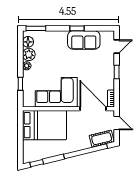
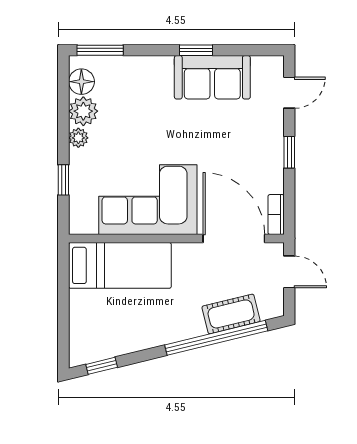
bed: (44, 125) -> (120, 265), width x0.67
cot: (102, 139) -> (231, 314), moved

